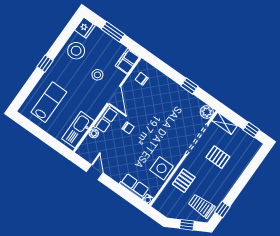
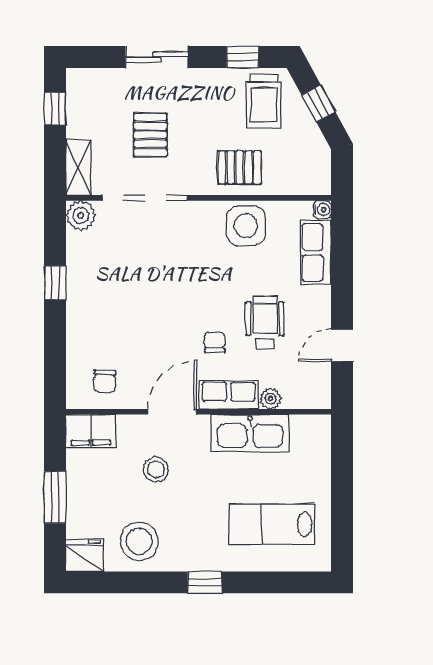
kitchen sink: (78, 130) -> (250, 433), moved
wheelchair: (122, 151) -> (265, 323), added
sliding door: (244, 179) -> (157, 57), added

